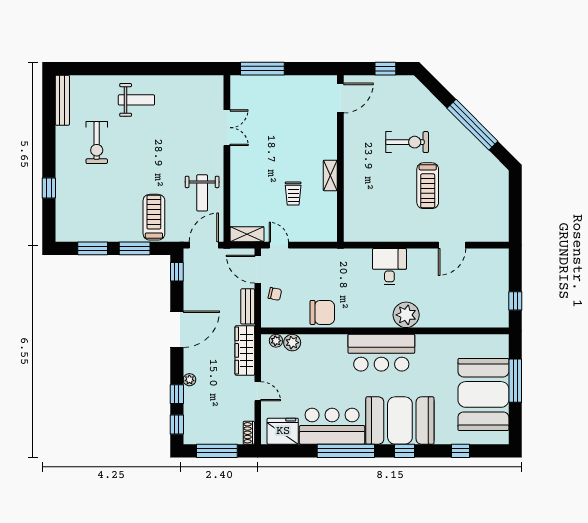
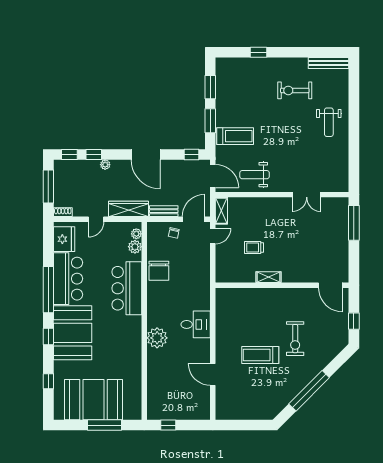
bar counter: (381, 353) -> (127, 288), moved

